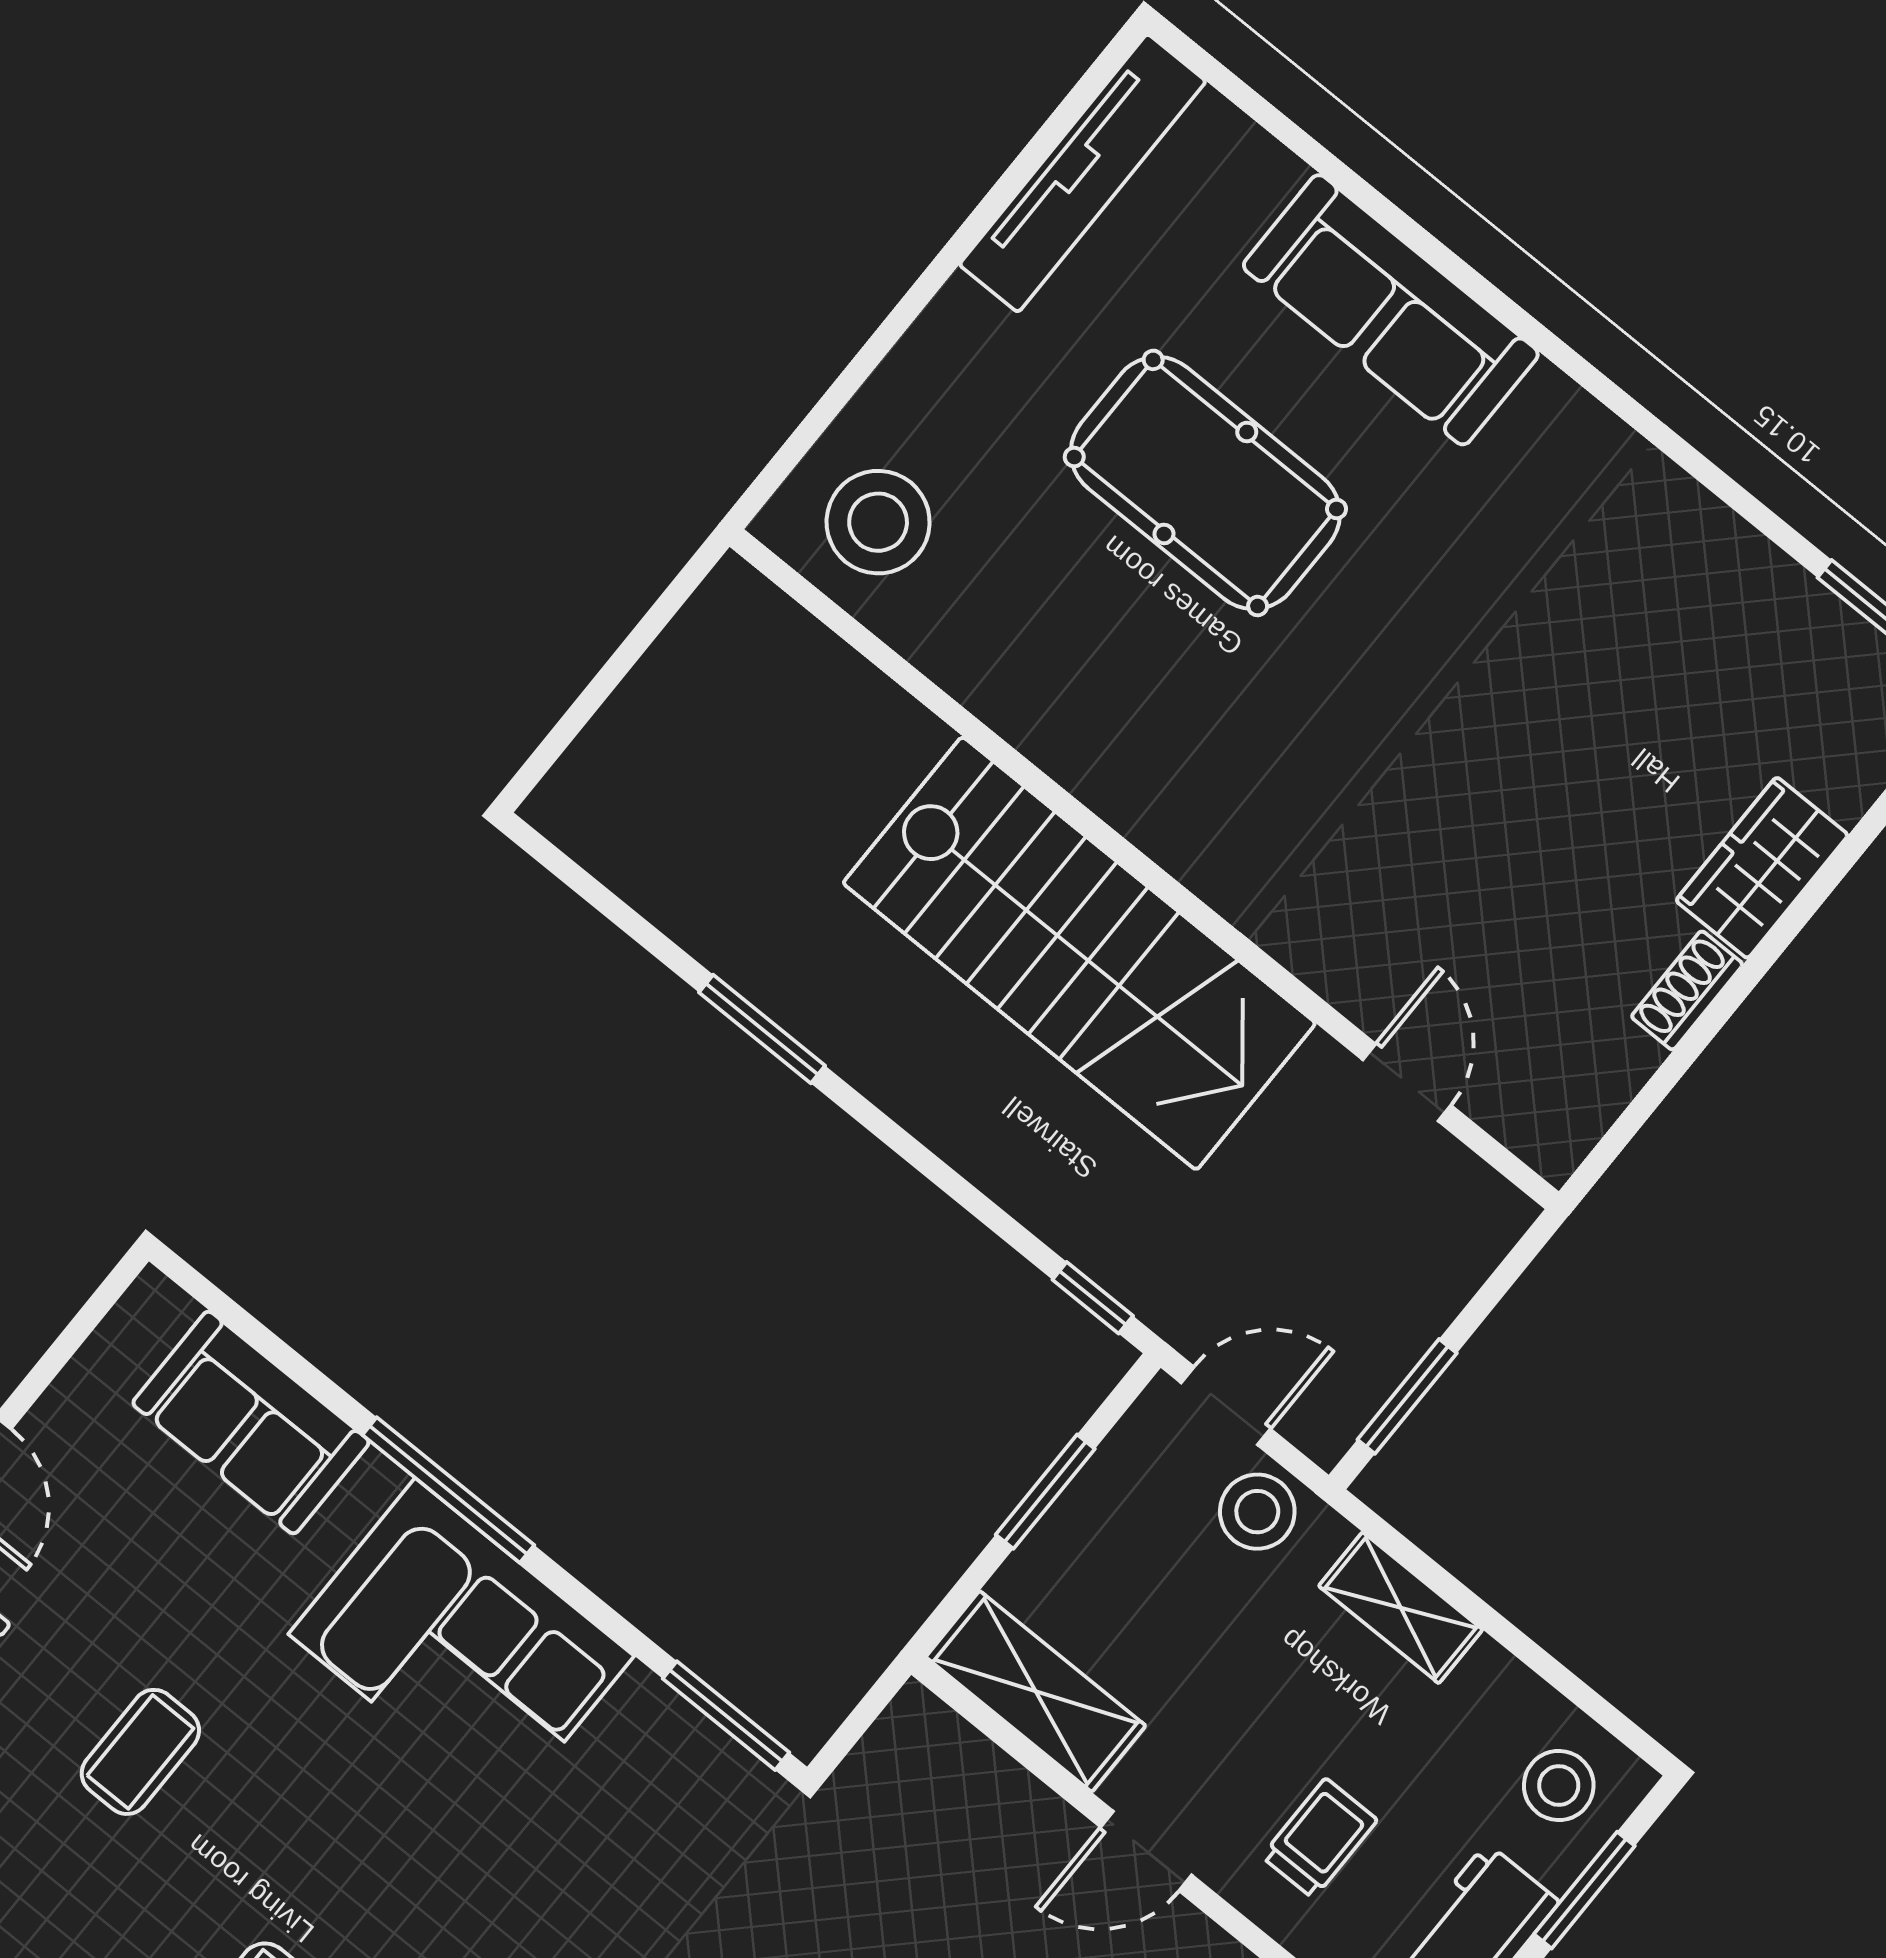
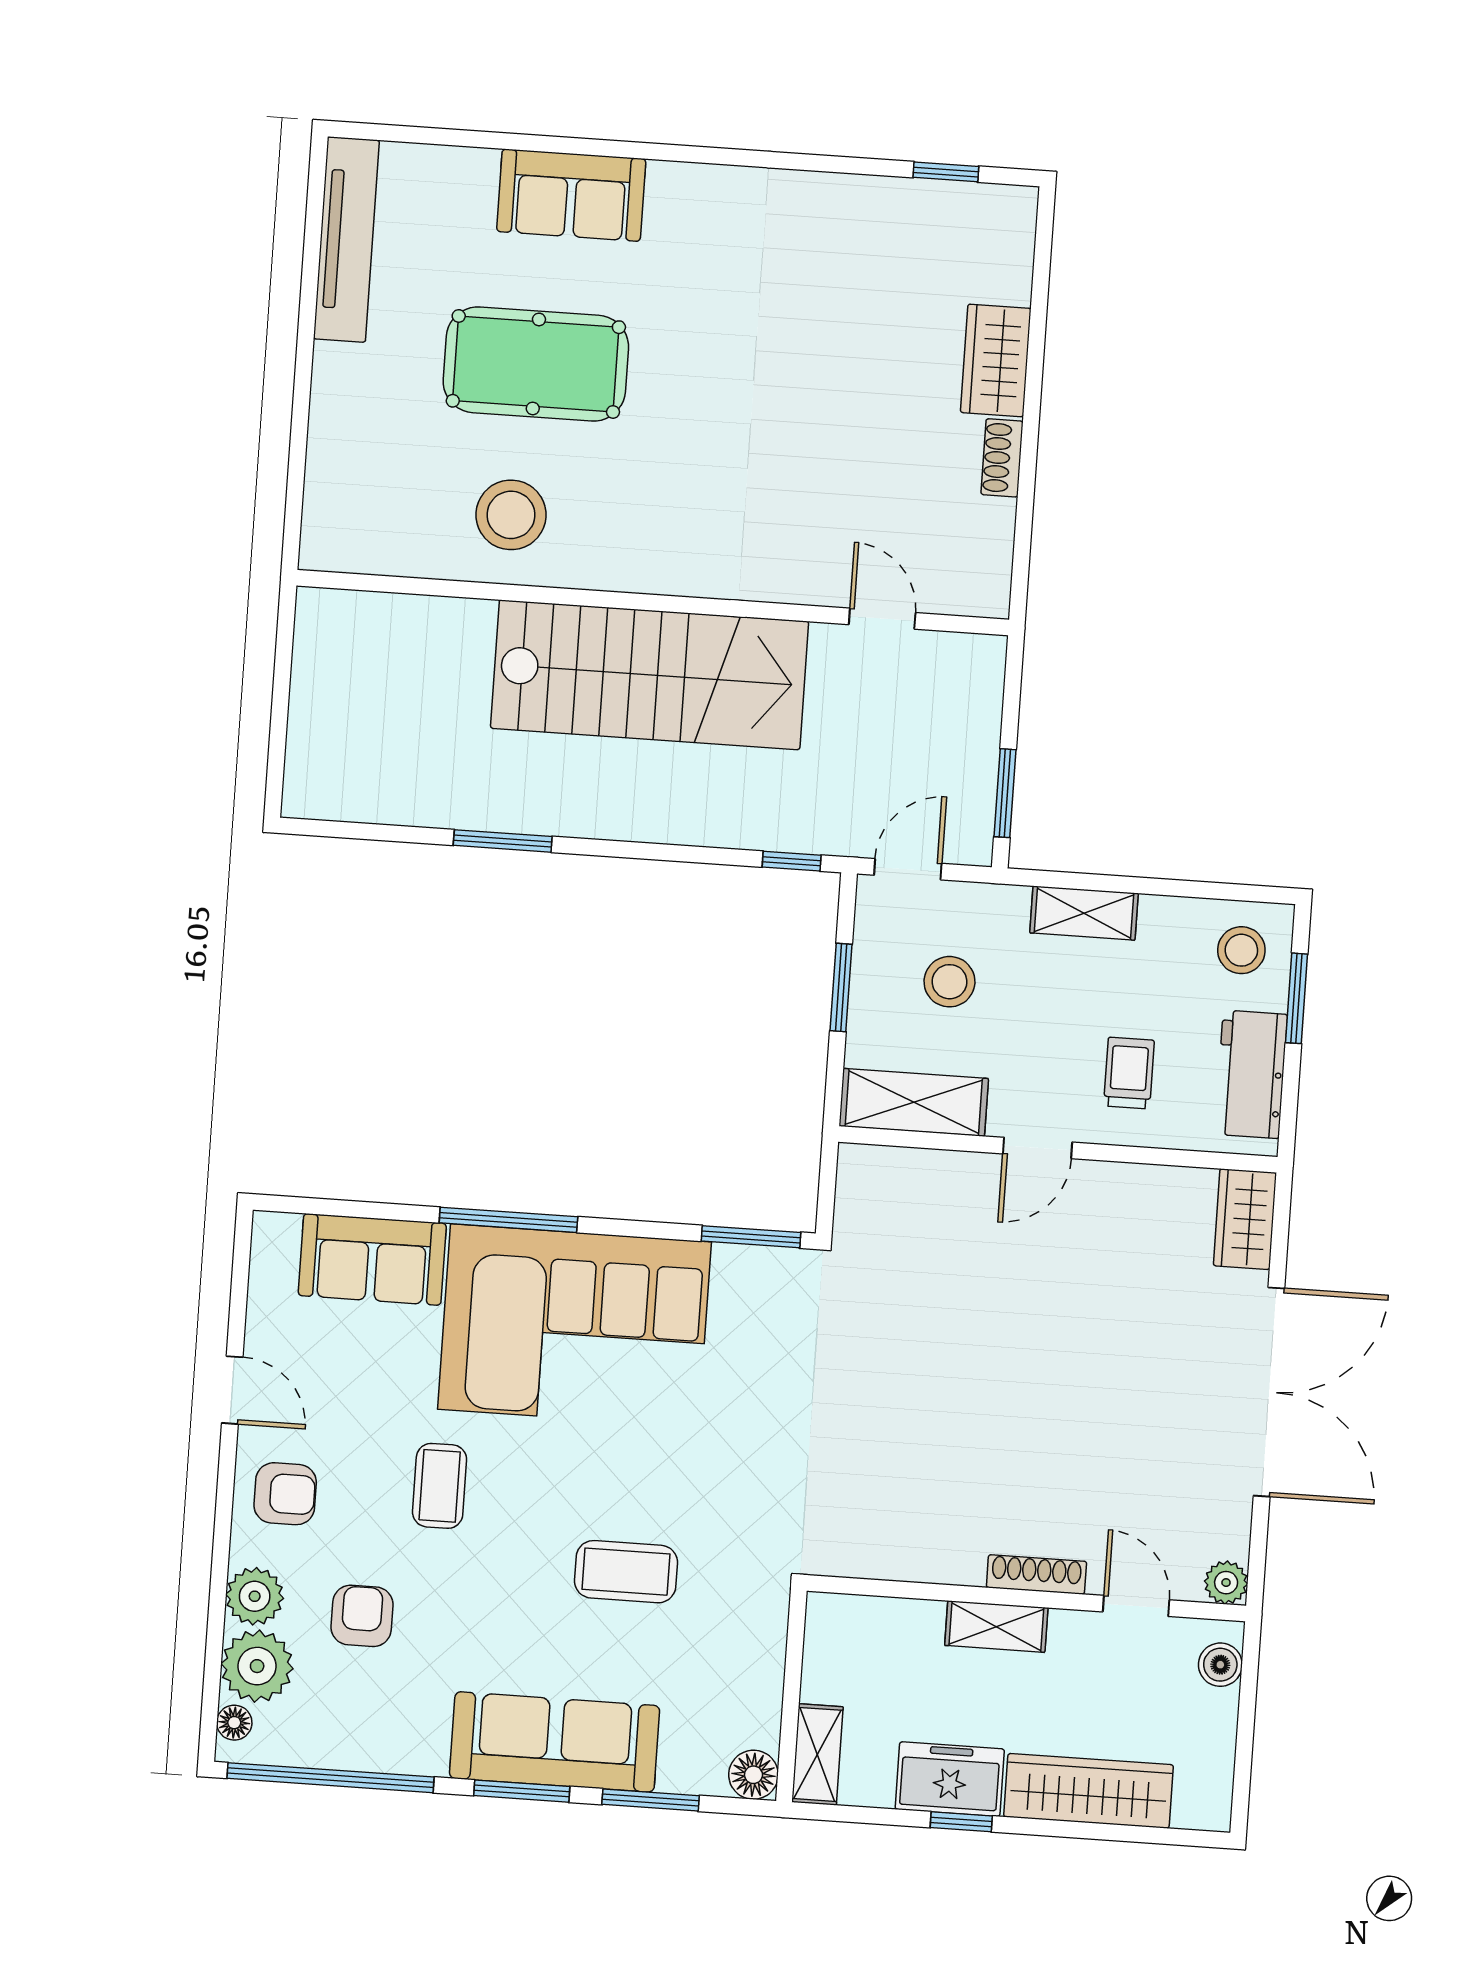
sofa: (1391, 310) -> (571, 195), width x0.73
stool: (878, 522) -> (511, 515), moved
stool: (1257, 1512) -> (950, 982), moved
corner sofa: (461, 1645) -> (574, 1326), width x1.36, depth x1.36

